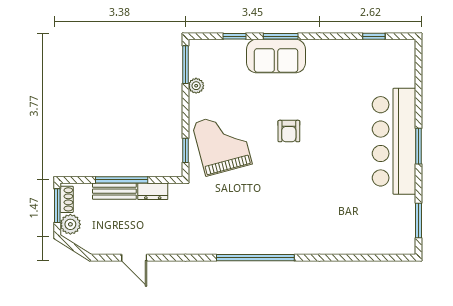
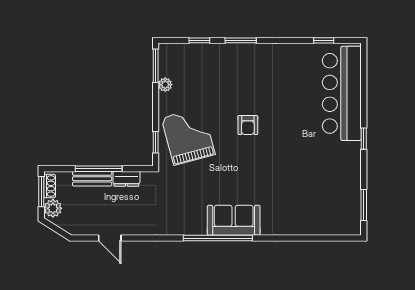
sofa: (276, 56) -> (234, 220), moved, turned 180
bar counter: (394, 141) -> (342, 93), moved
window: (419, 146) -> (364, 139), width x0.67

